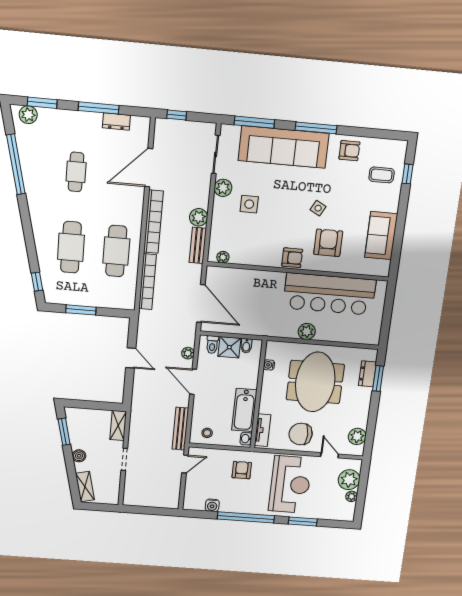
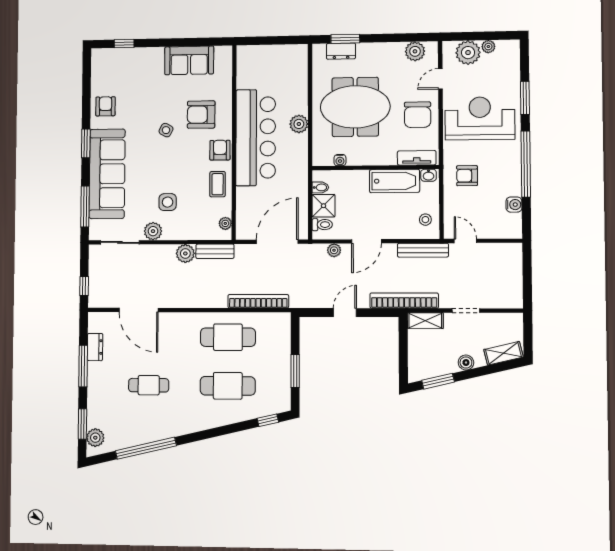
window: (316, 128) -> (86, 143), width x0.69
coffee table: (382, 175) -> (218, 184), moved
bookcase: (153, 222) -> (404, 301), moved
bar counter: (329, 294) -> (256, 138), moved

